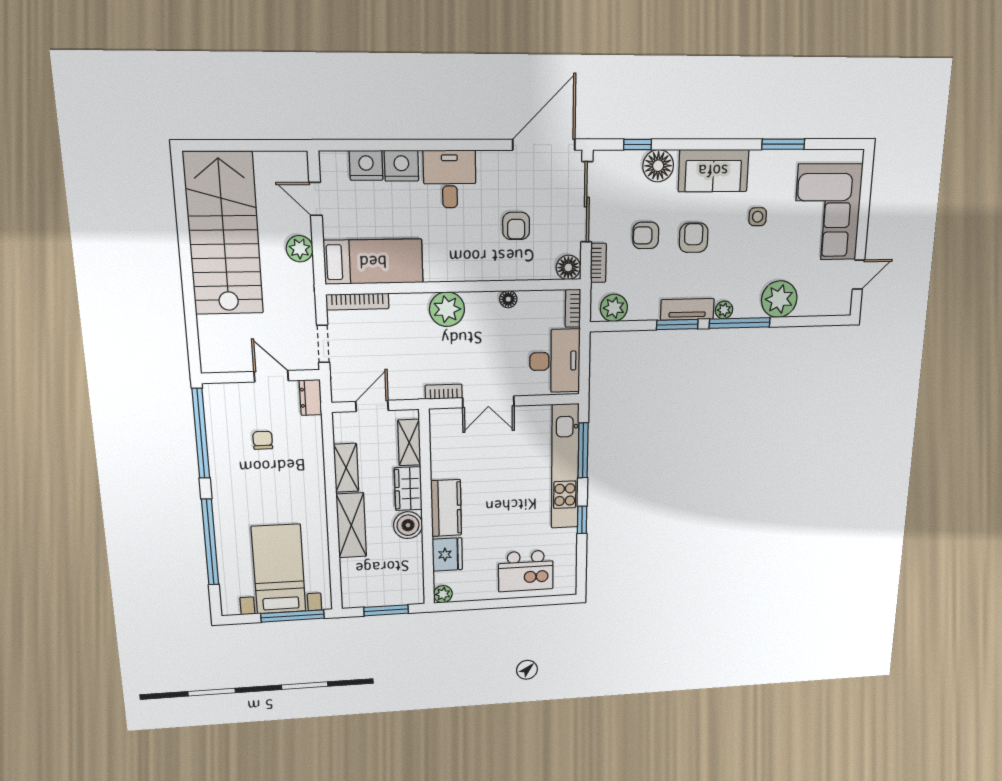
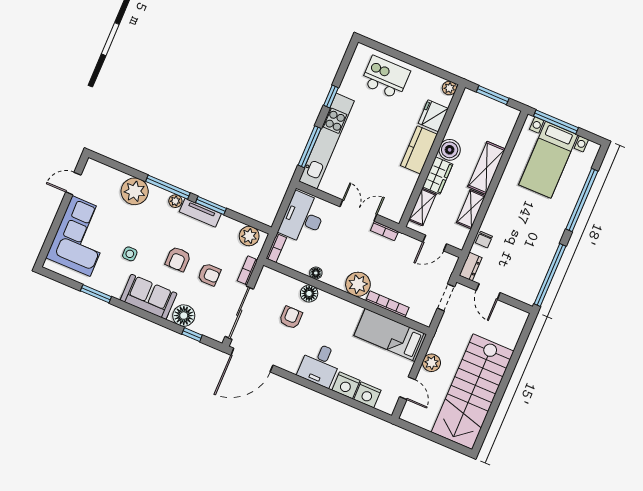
floor lamp: (568, 267) -> (309, 293), moved
bookcase: (357, 302) -> (387, 304), moved
chair: (263, 440) -> (484, 240), moved

